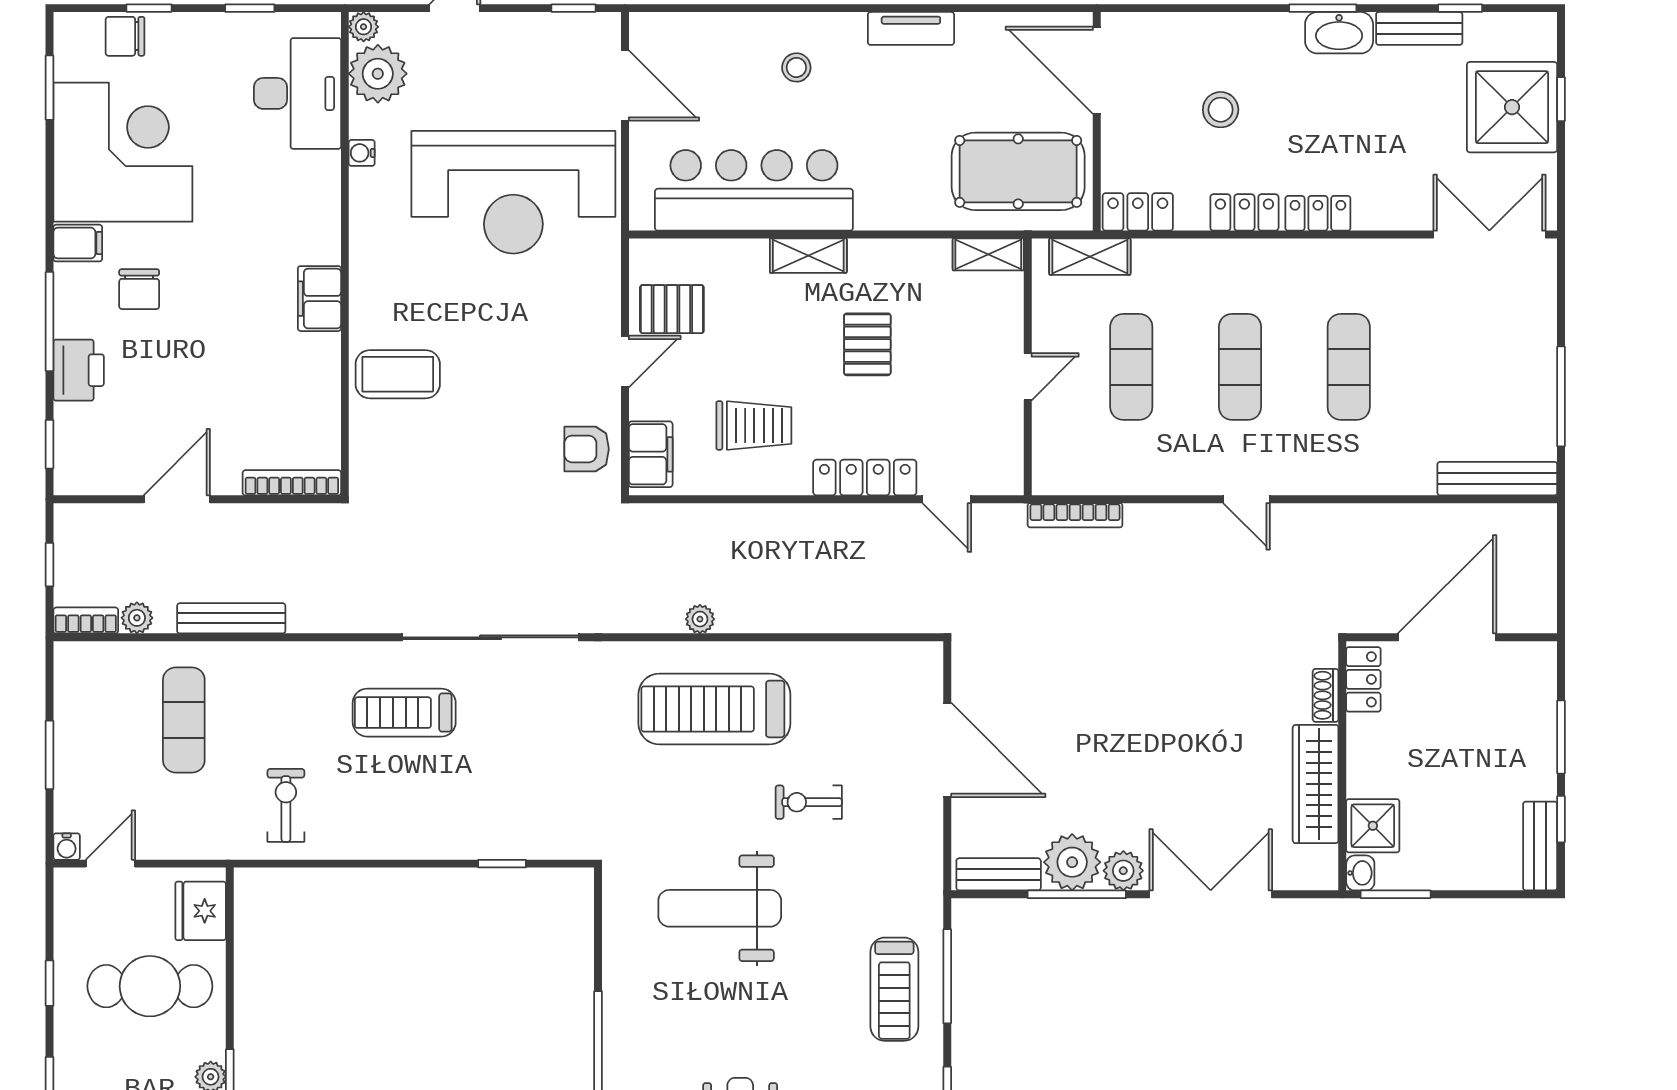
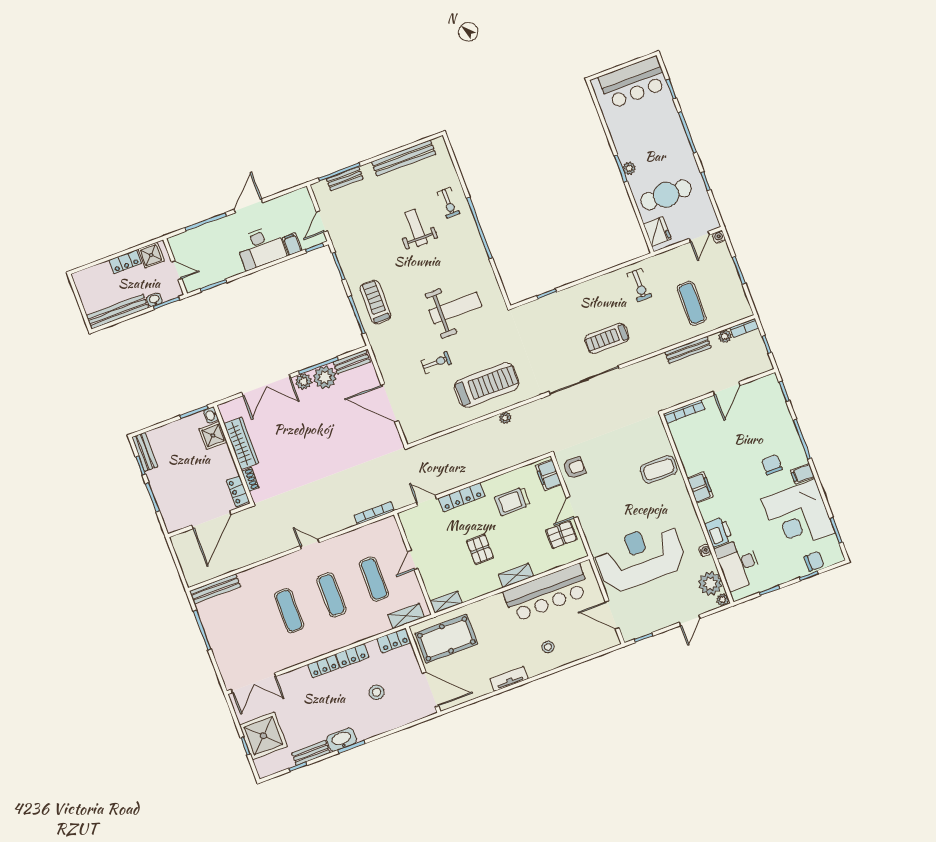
printer: (79, 370) -> (719, 532), moved, turned 180
treadmill: (404, 713) -> (607, 338), turned 180

